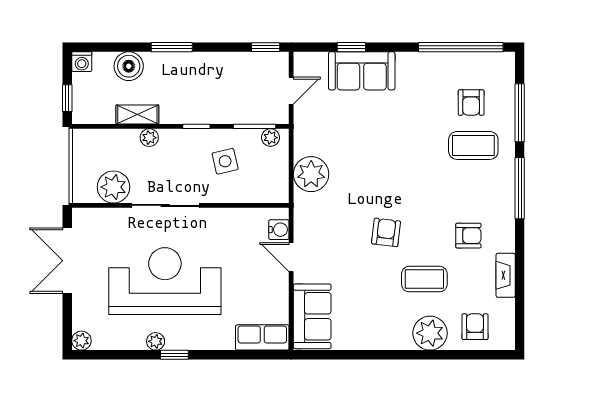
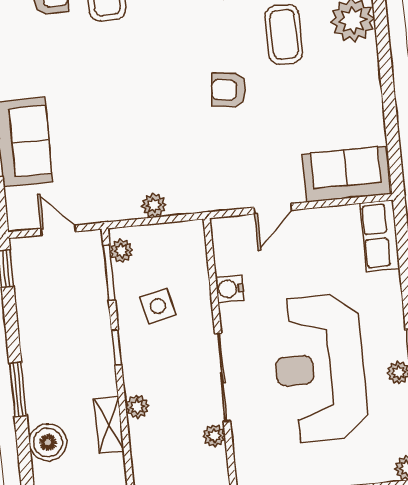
plant: (311, 174) -> (154, 205), width x0.53, depth x0.53
plant: (113, 187) -> (214, 436), width x0.53, depth x0.53
water cooler: (279, 230) -> (230, 289), moved, turned -90

